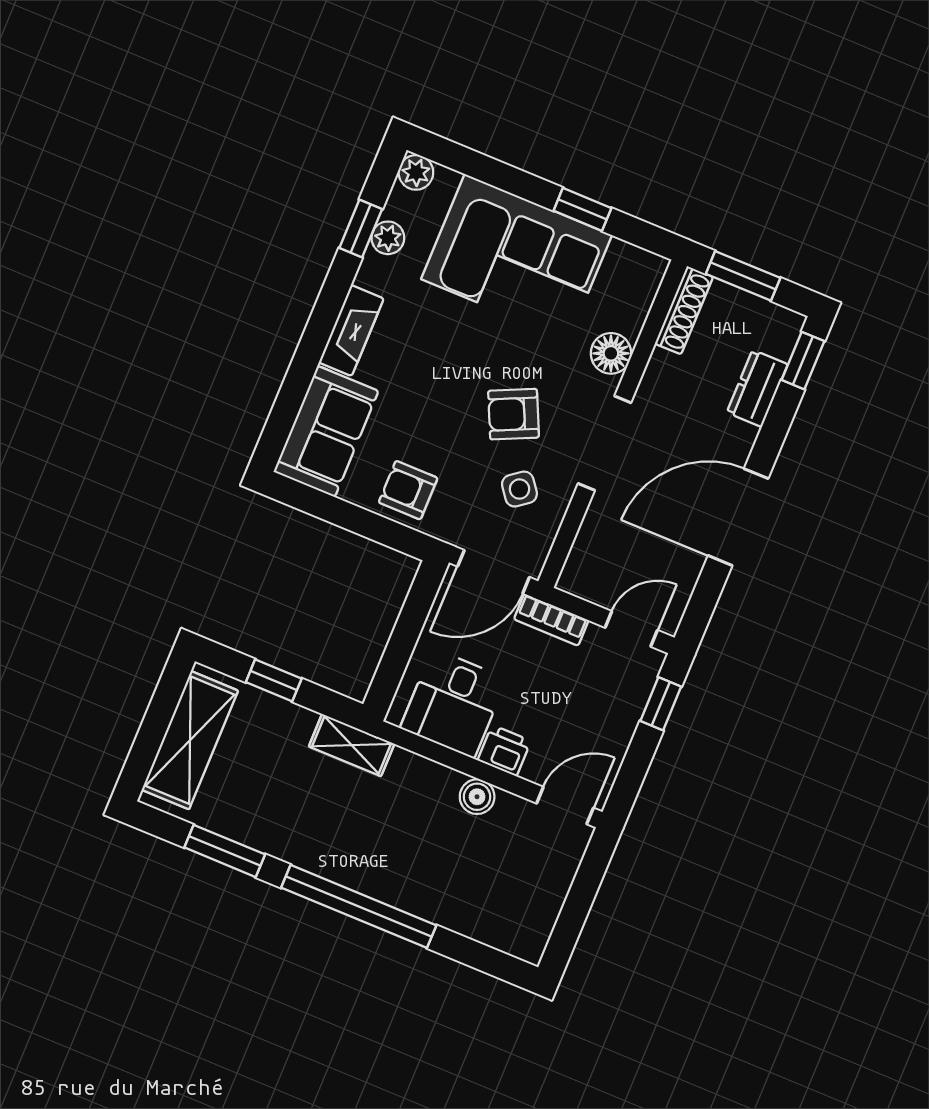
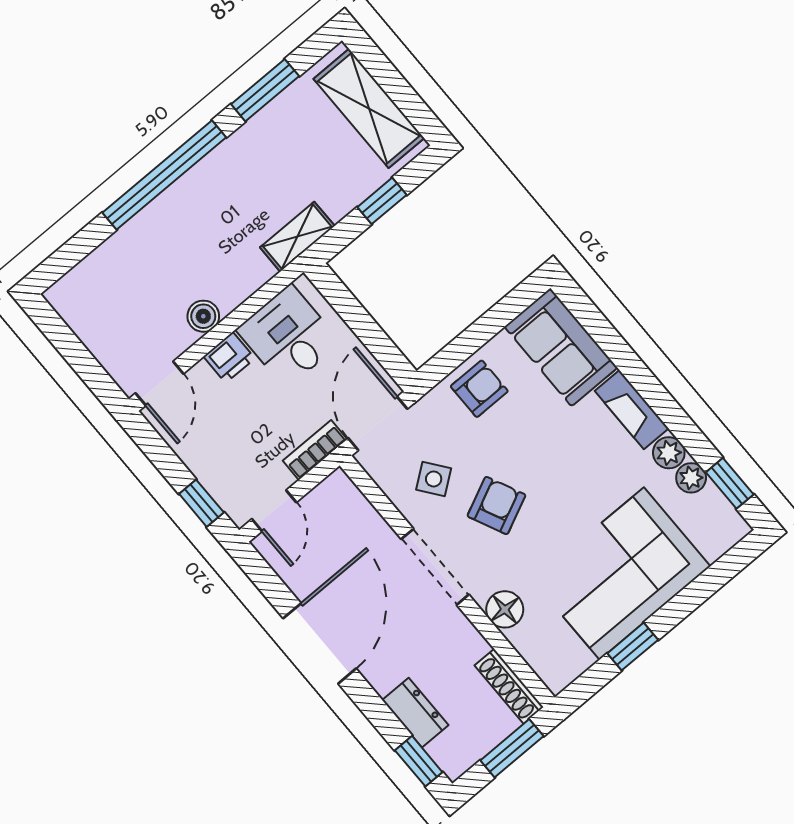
plant: (416, 172) -> (669, 453), moved
window: (361, 228) -> (730, 483), moved

